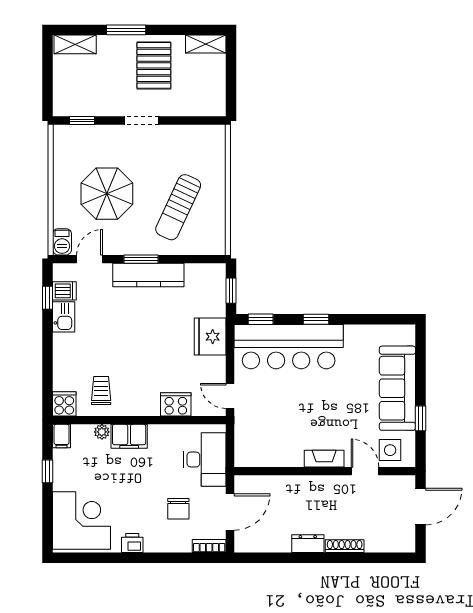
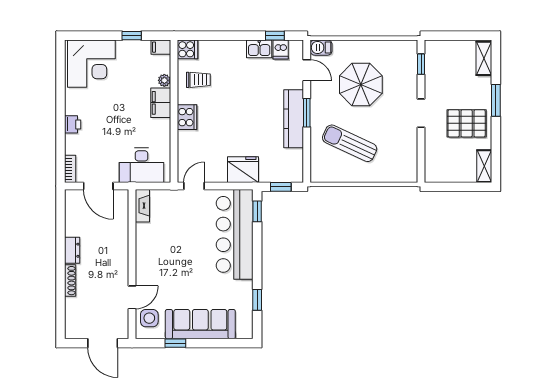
window: (316, 319) -> (257, 300), moved
cooker: (176, 404) -> (187, 117), moved
fireplace: (324, 459) -> (142, 206), moved
chair: (178, 509) -> (101, 143), removed
printer: (132, 543) -> (73, 124), moved

